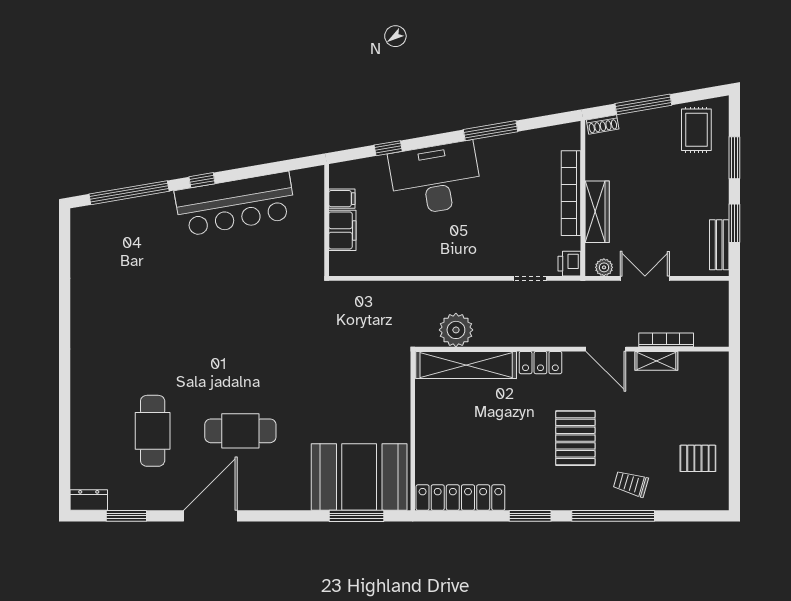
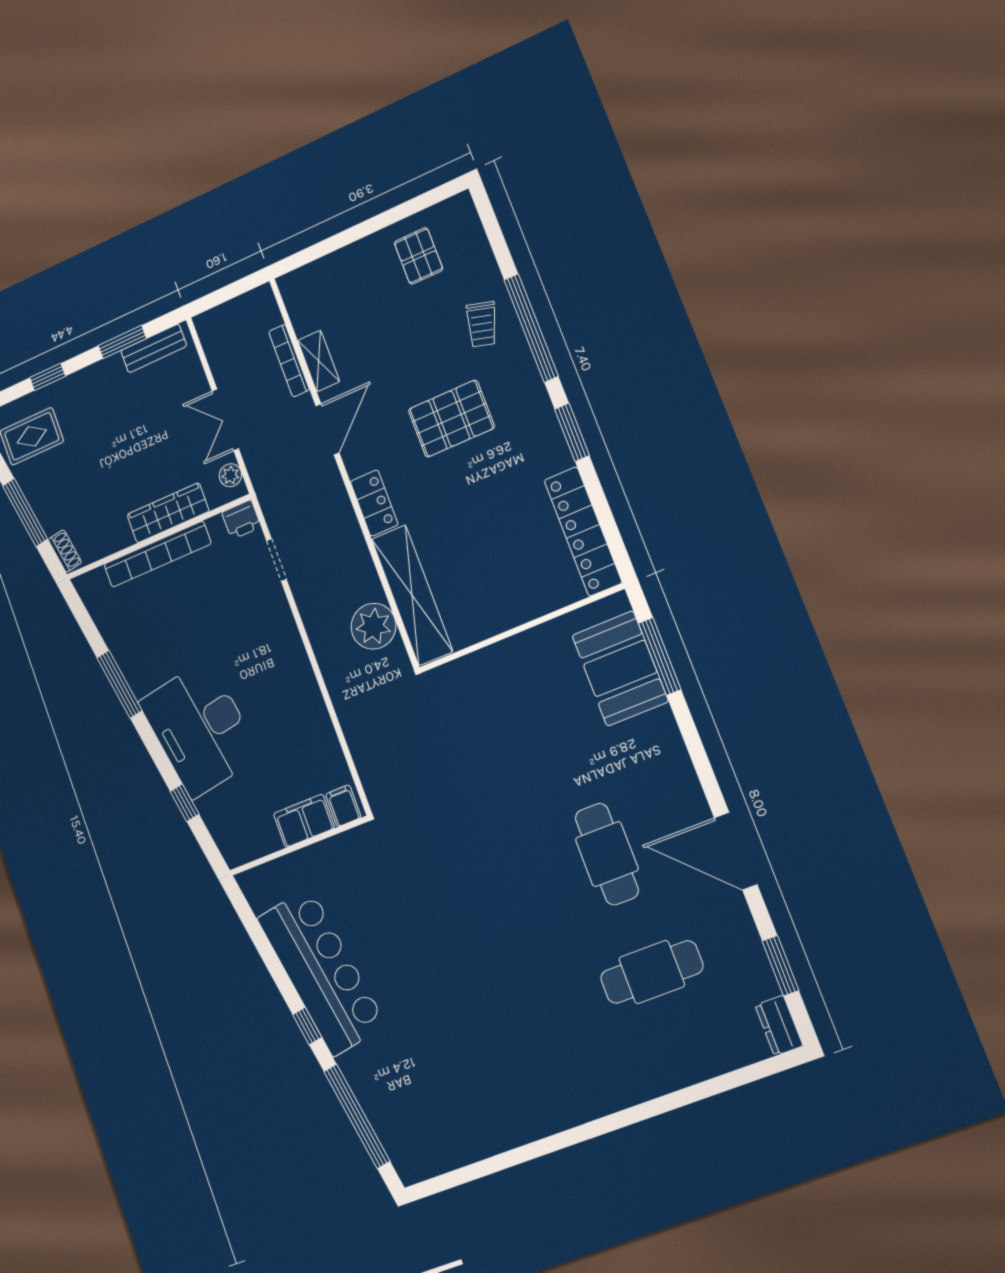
window: (734, 158) -> (48, 377), width x0.67
filing cabinet: (342, 199) -> (343, 806), moved
booth: (359, 477) -> (620, 668), width x0.73, depth x0.70

